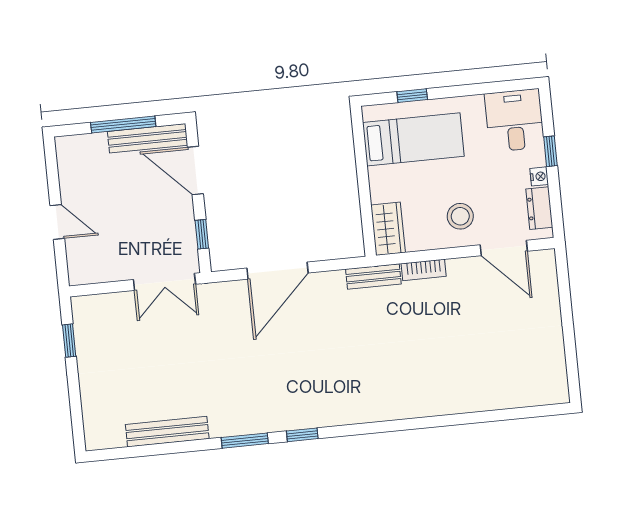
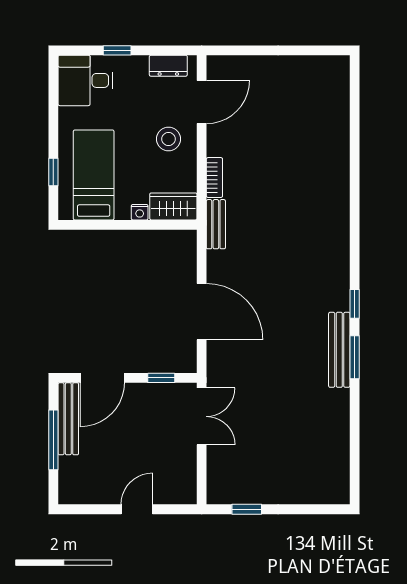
nightstand: (539, 176) -> (140, 212), moved, turned 180
bench: (167, 432) -> (339, 350), moved

